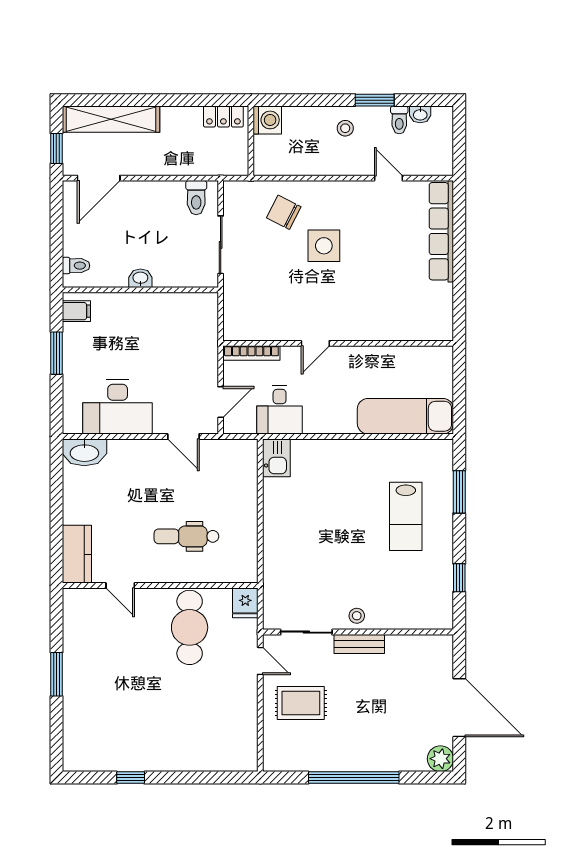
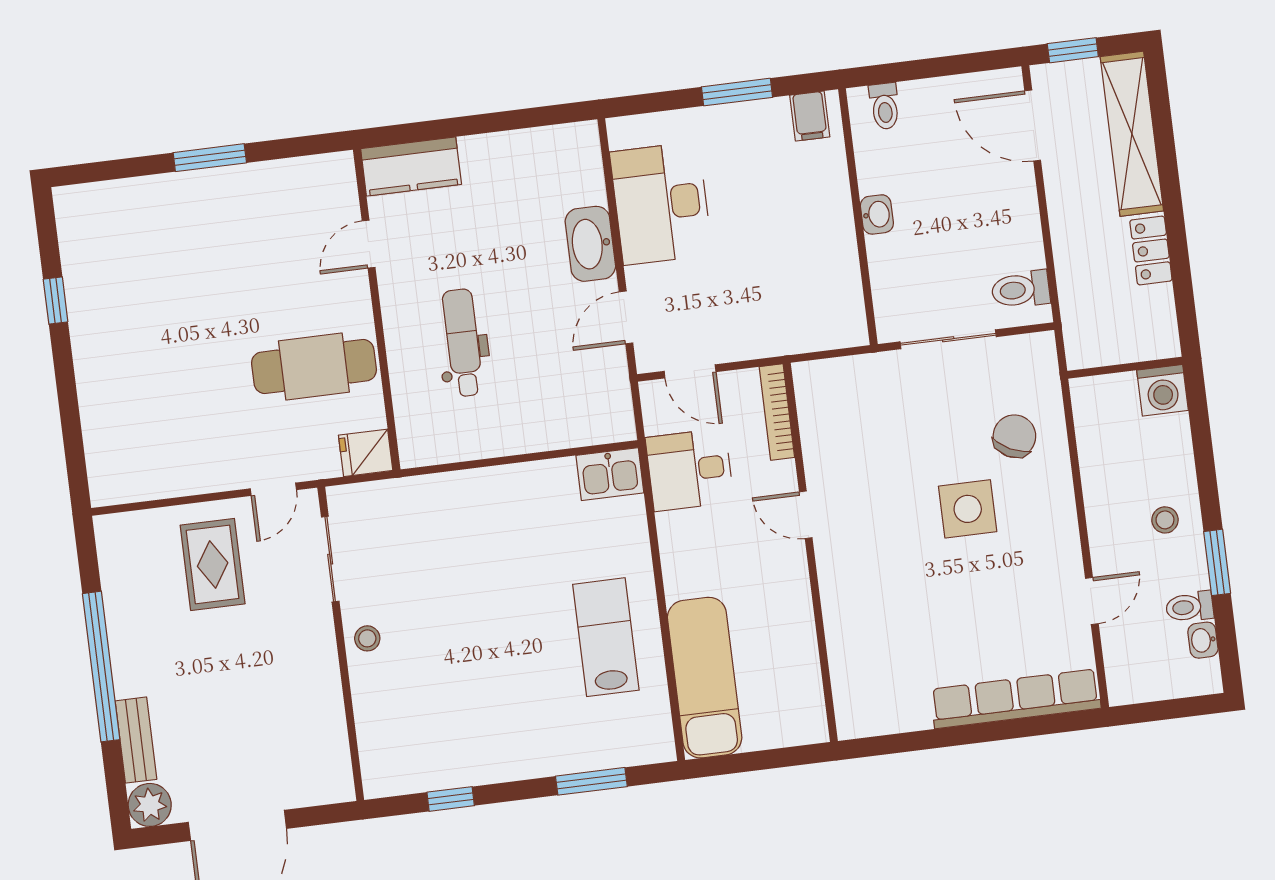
locker: (223, 117) -> (1151, 250), moved
washbasin: (84, 452) -> (590, 244), moved
lab bench: (406, 516) -> (606, 637), moved, turned 90
bench: (359, 644) -> (136, 740), moved

